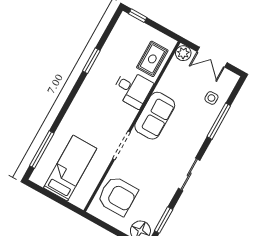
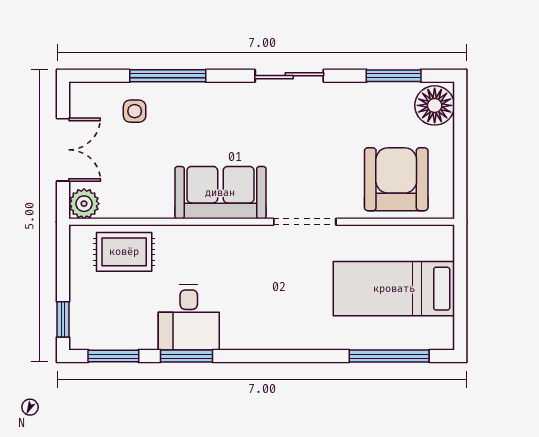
window: (109, 29) -> (113, 356), added
desk: (132, 89) -> (189, 317), moved, turned 180

